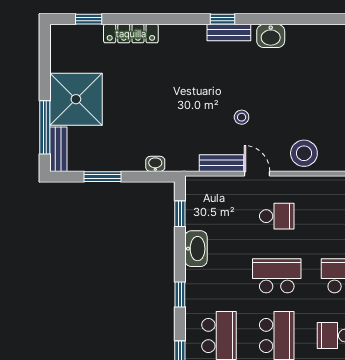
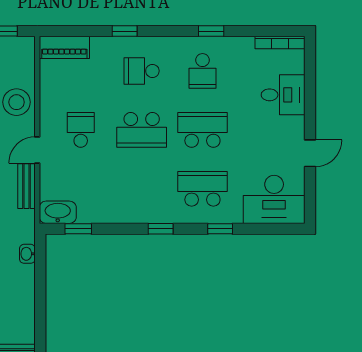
window: (102, 177) -> (40, 308), removed
washbasin: (196, 249) -> (58, 212), moved
school desk: (277, 276) -> (142, 130), turned -90

